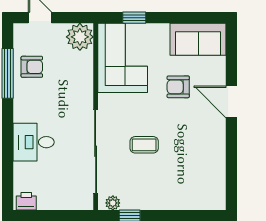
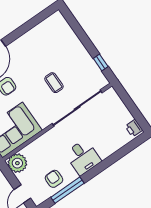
desk: (34, 142) -> (83, 157), moved
plant: (113, 203) -> (100, 77), removed

